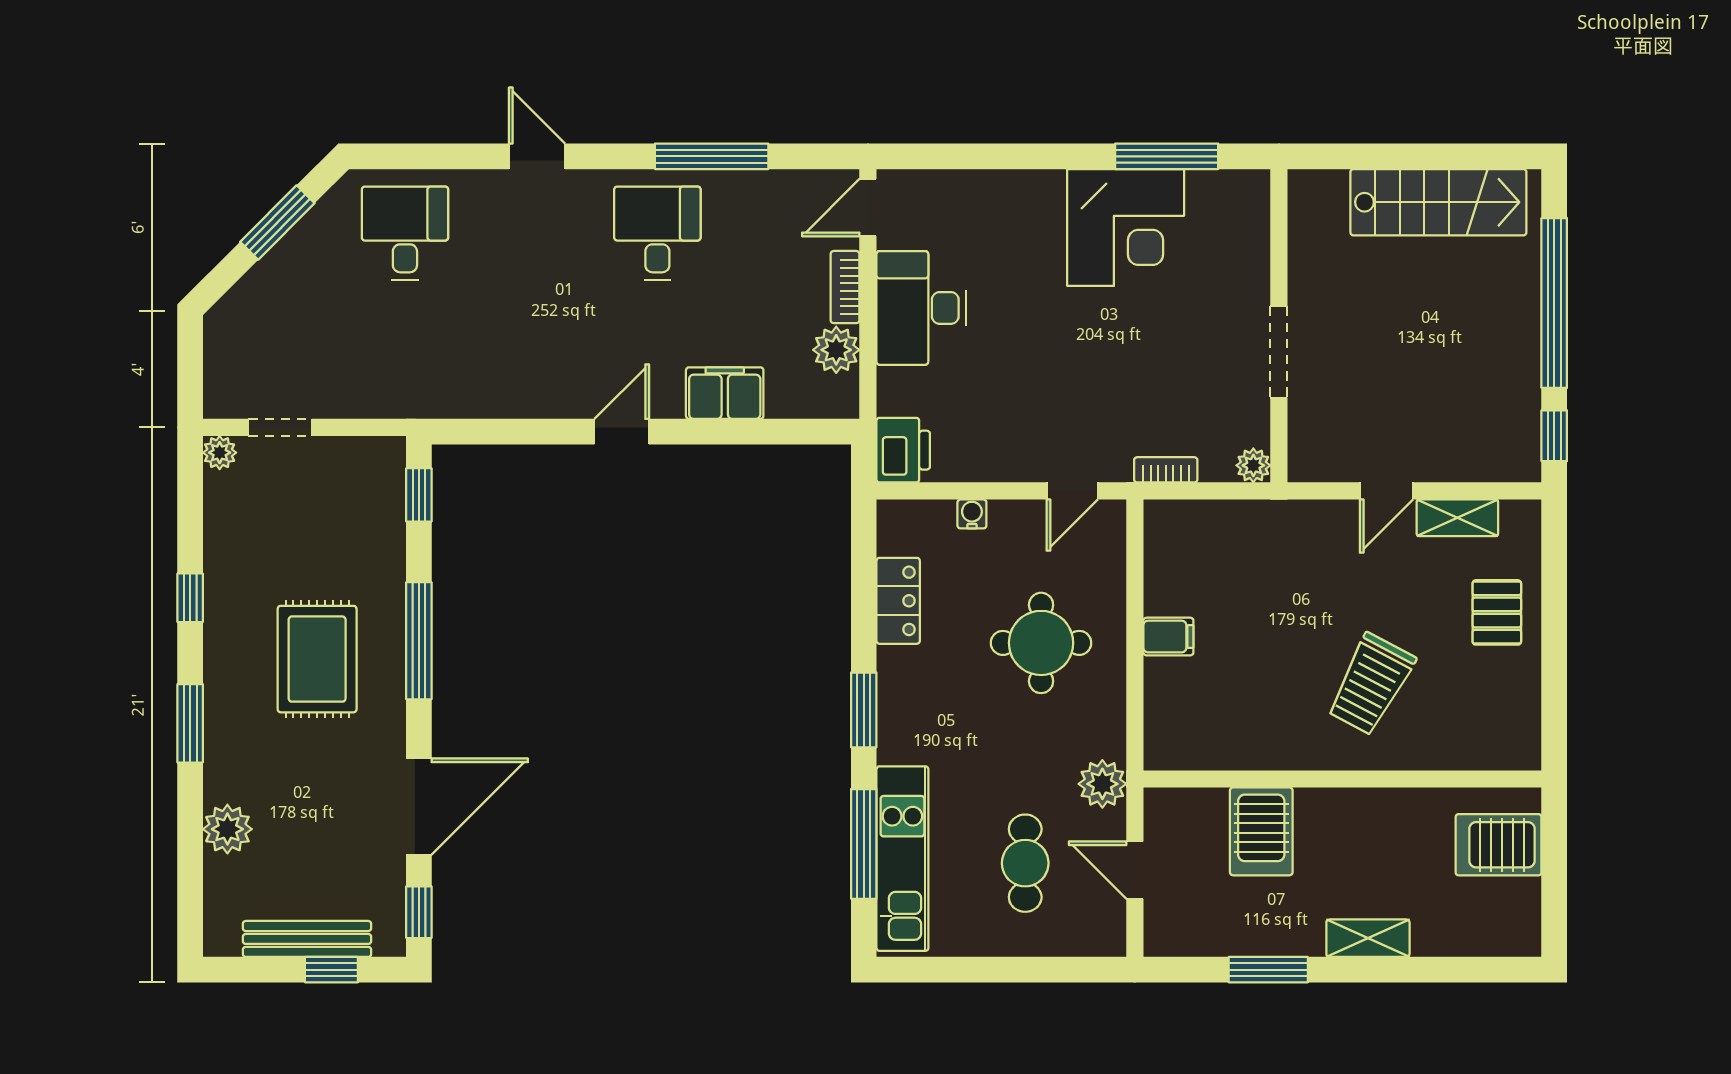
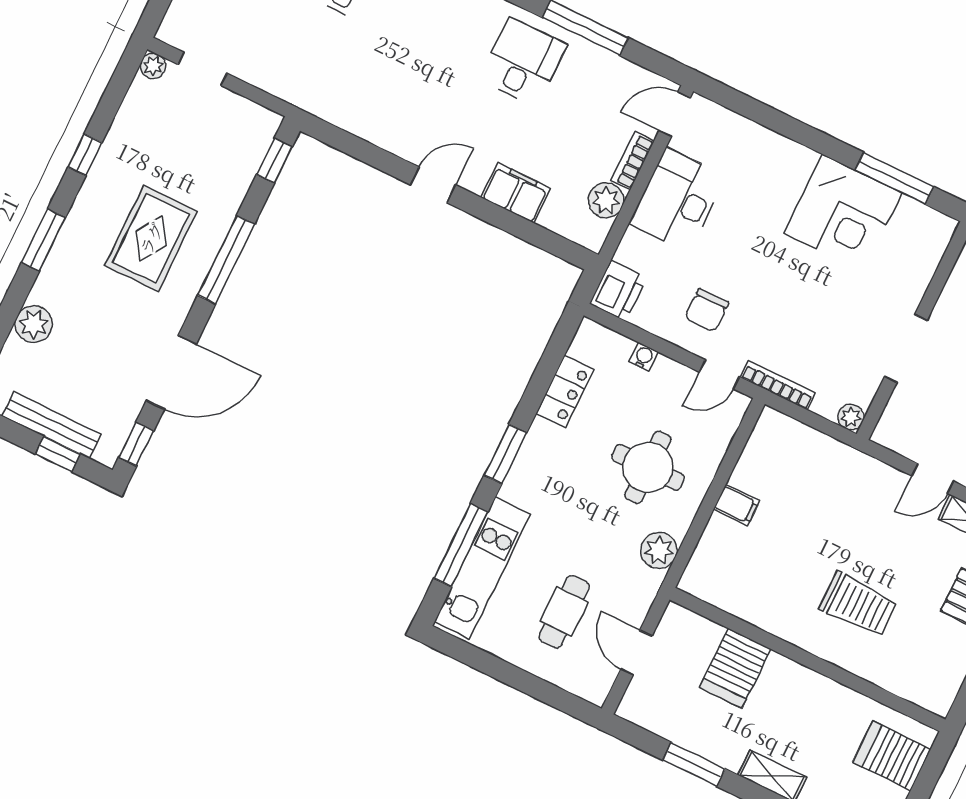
chair: (1020, 422) -> (707, 310), added
bookcase: (1166, 470) -> (778, 385), width x1.56
trolley: (1371, 684) -> (858, 604), turned -118
plant: (1102, 784) -> (659, 550), moved

